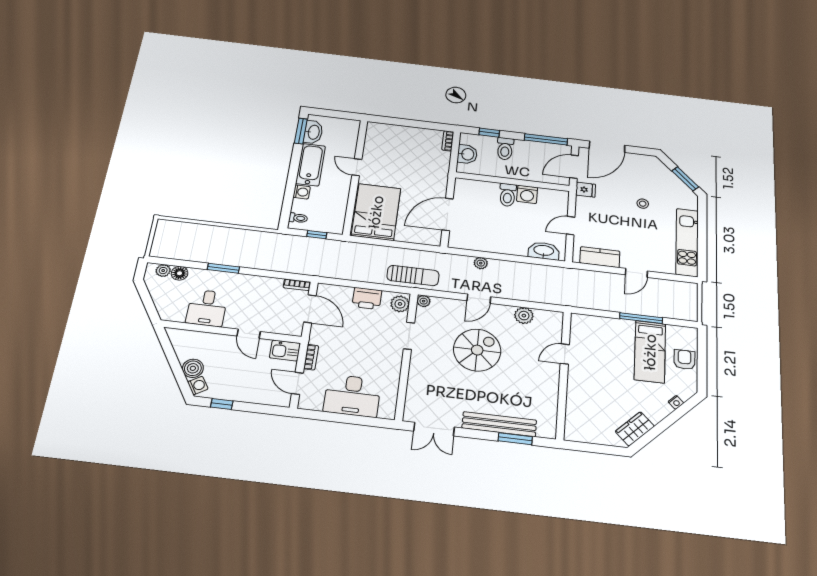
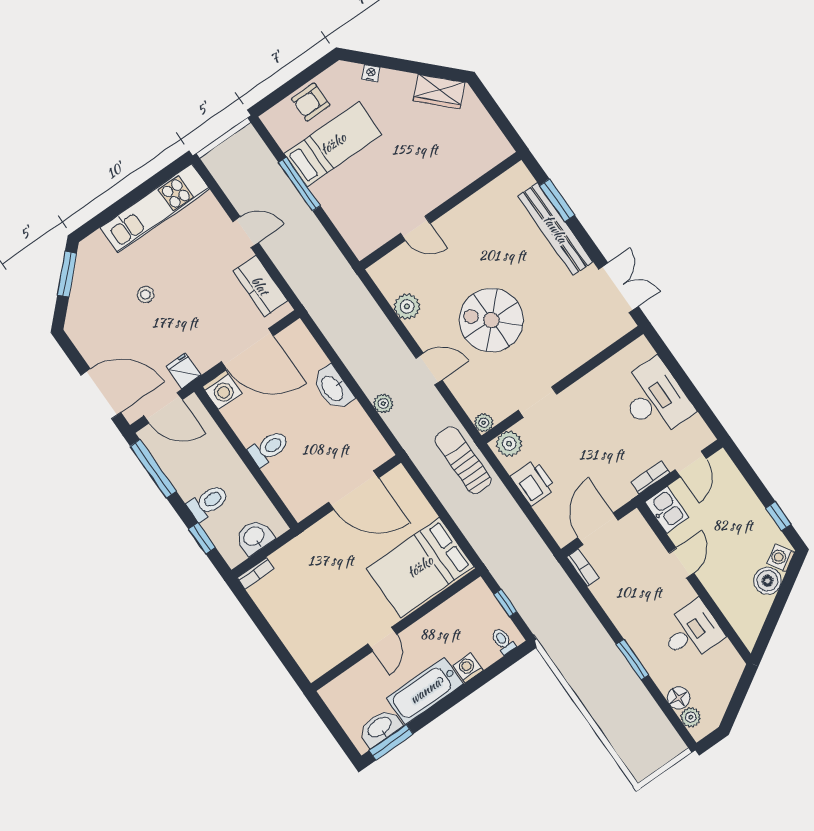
washing machine: (527, 194) -> (222, 390), moved, turned 90
door: (571, 226) -> (247, 349), width x1.88
washbasin: (544, 251) -> (333, 388), moved

